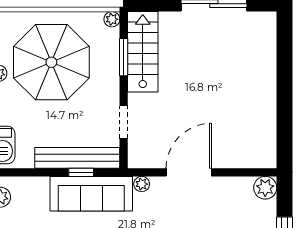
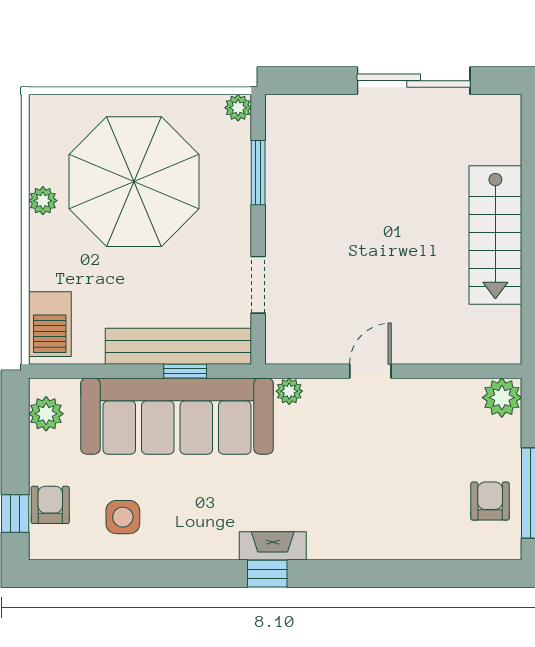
stairs: (143, 52) -> (495, 235), moved, turned 180
door: (189, 172) -> (370, 371), width x0.53
sofa: (91, 194) -> (177, 416), width x1.36, depth x1.27

